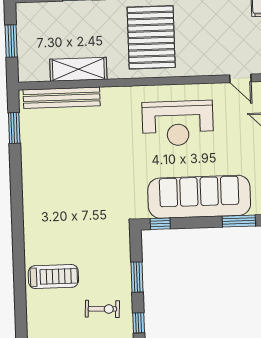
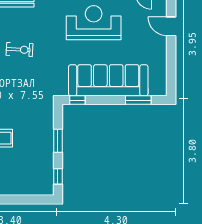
reception desk: (178, 123) -> (94, 23), turned 180
exercise bike: (102, 309) -> (20, 50), moved

